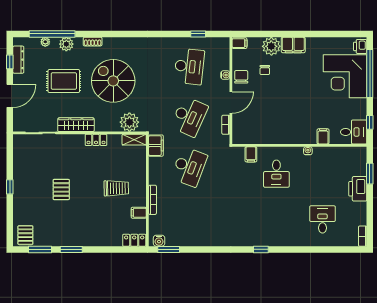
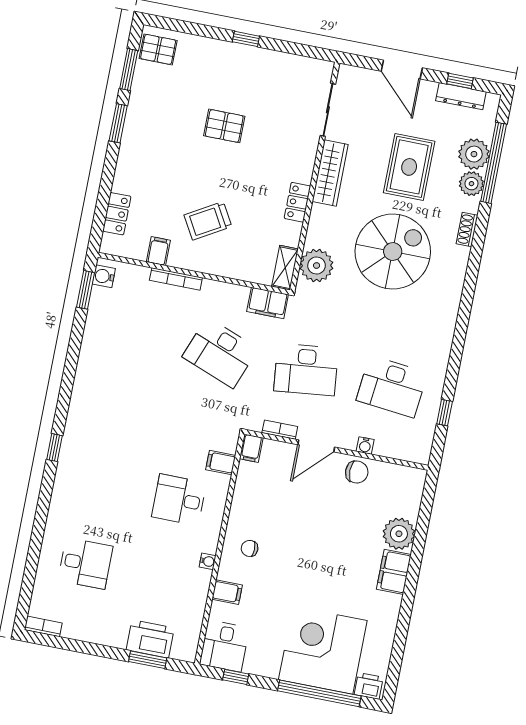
plant: (45, 42) -> (474, 154), width x1.88, depth x1.88
filing cabinet: (239, 43) -> (251, 448), moved
chair: (265, 70) -> (250, 548), moved
door: (231, 102) -> (316, 446), hinge flipped
desk: (189, 117) -> (306, 370), turned -30
trolley: (116, 188) -> (208, 221), turned 61
printer: (358, 189) -> (150, 639), moved
locker: (134, 240) -> (117, 214), moved

